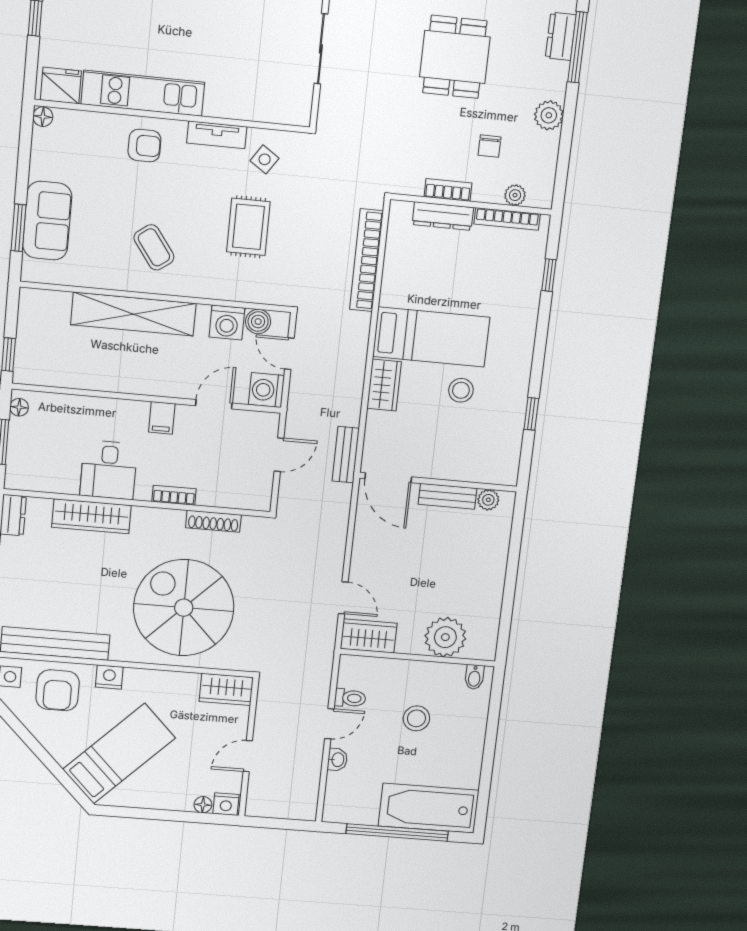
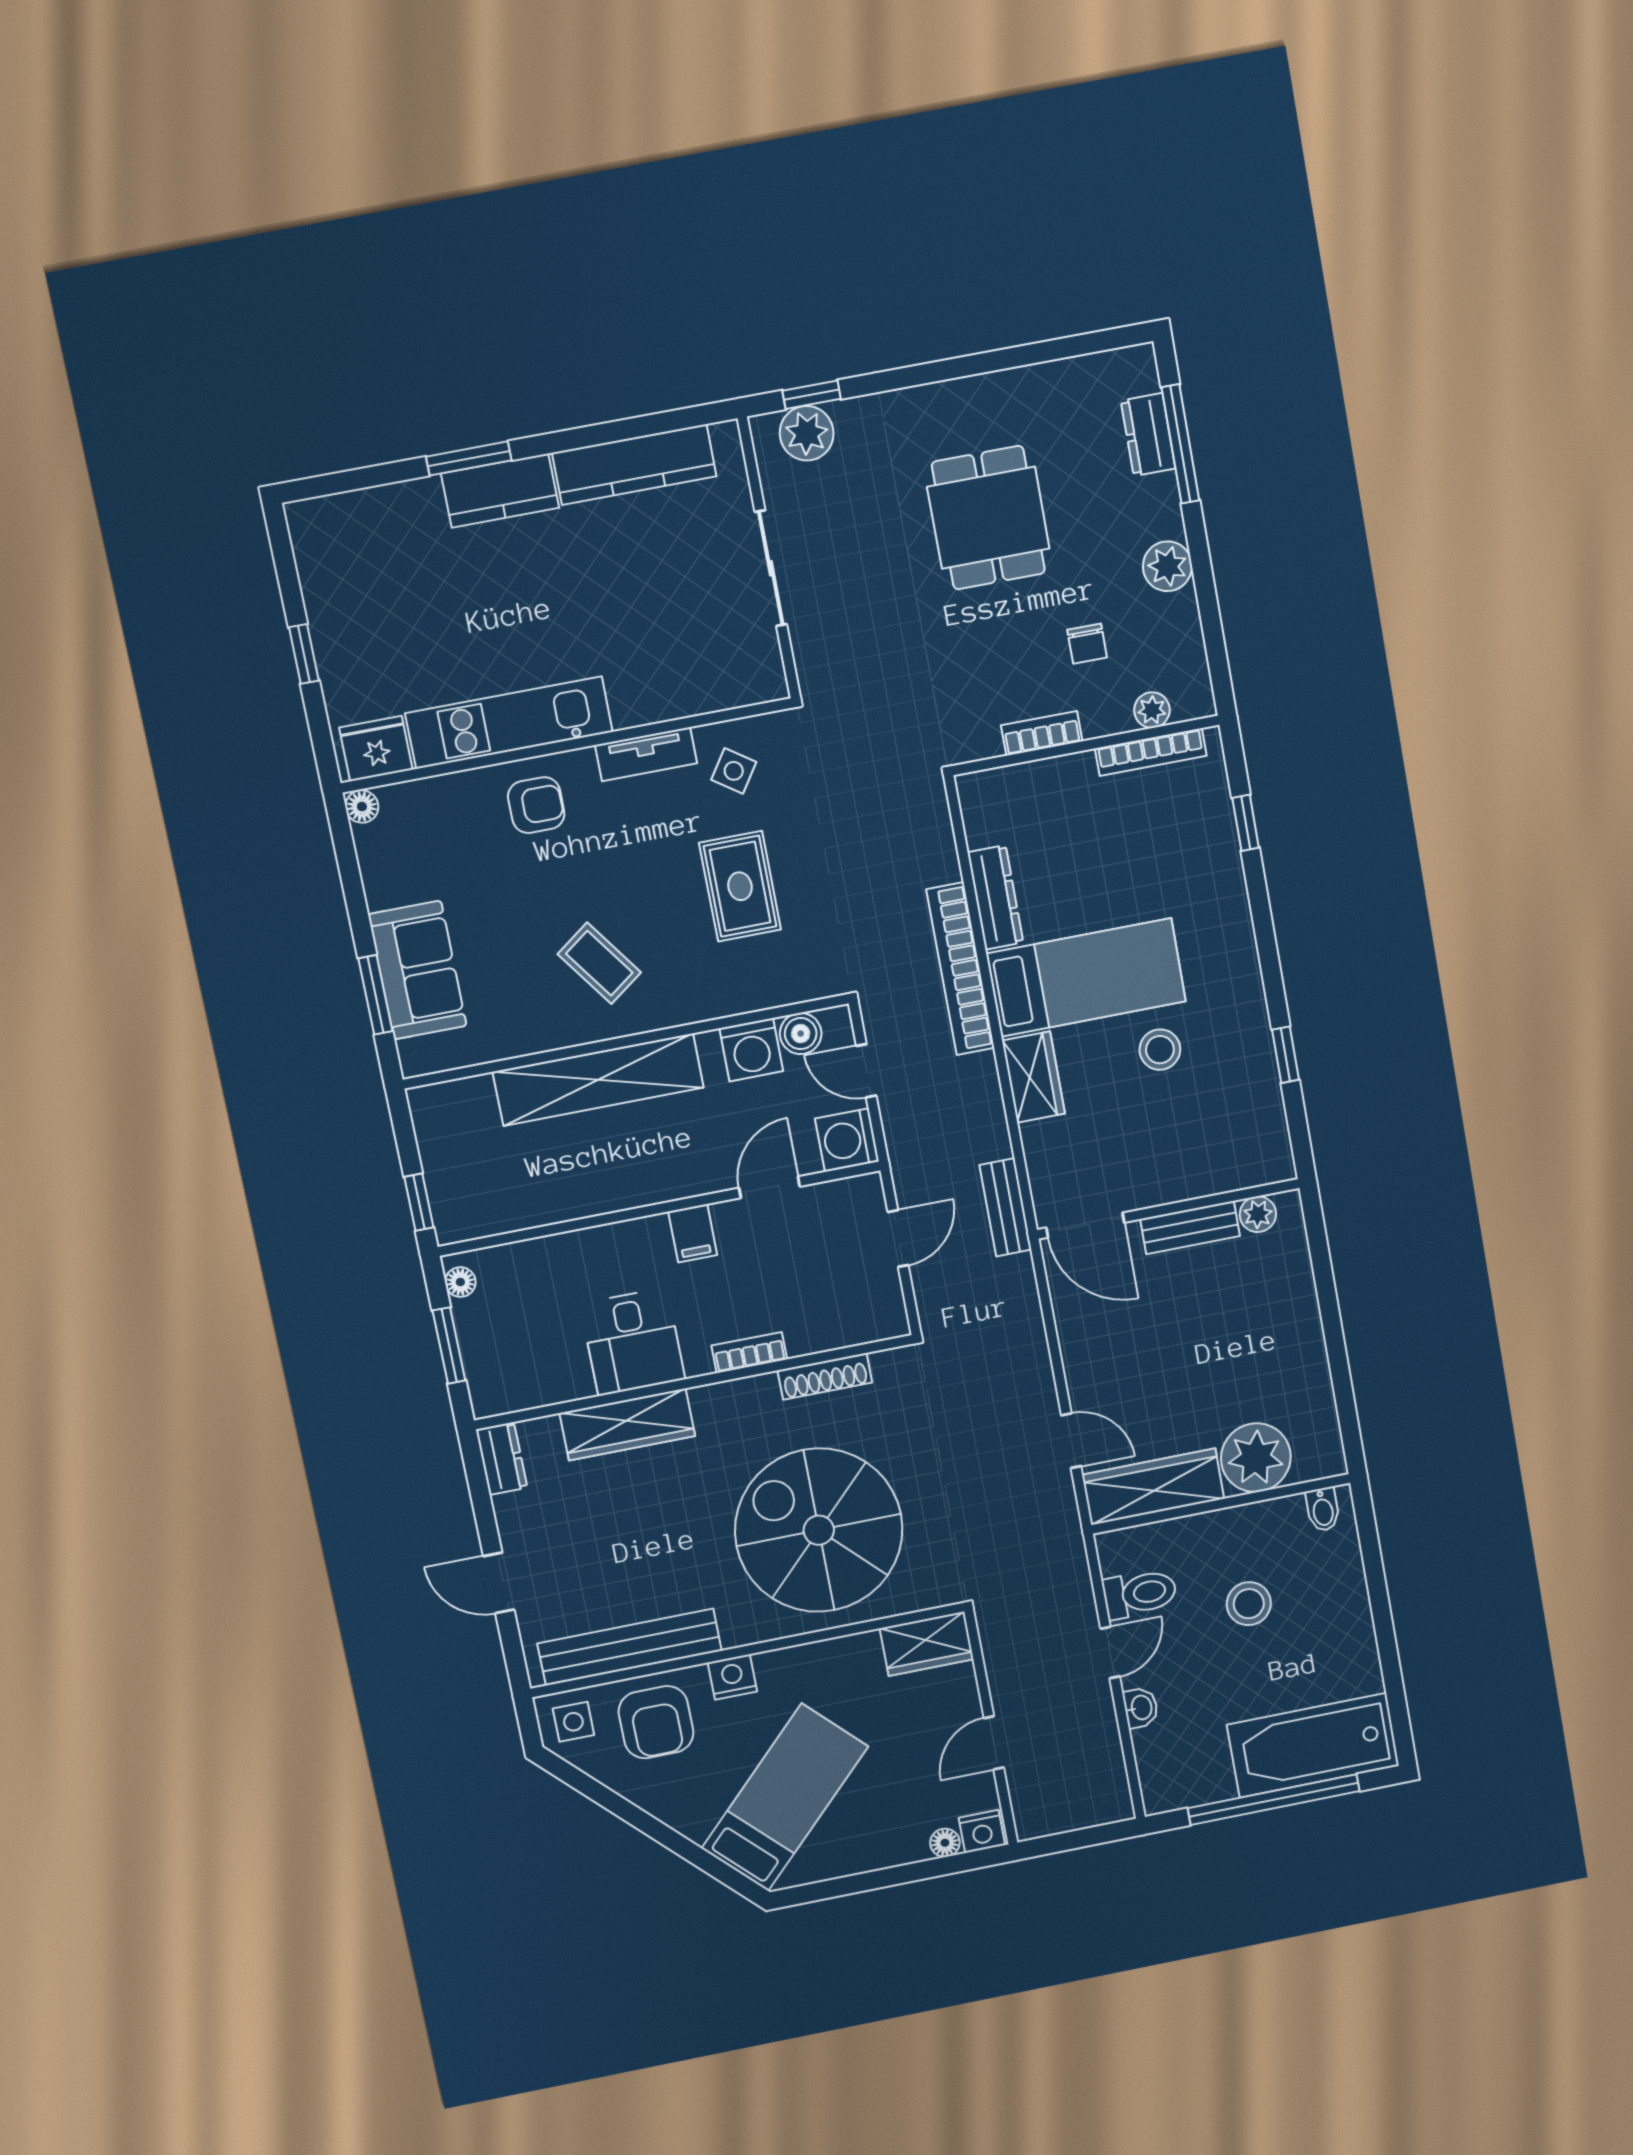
dresser: (443, 216) -> (995, 897), moved, turned -90
bookcase: (366, 260) -> (960, 969), moved
wardrobe: (369, 636) -> (1153, 1487), width x1.50
toilet: (350, 698) -> (1140, 1594), width x1.37, depth x1.39

